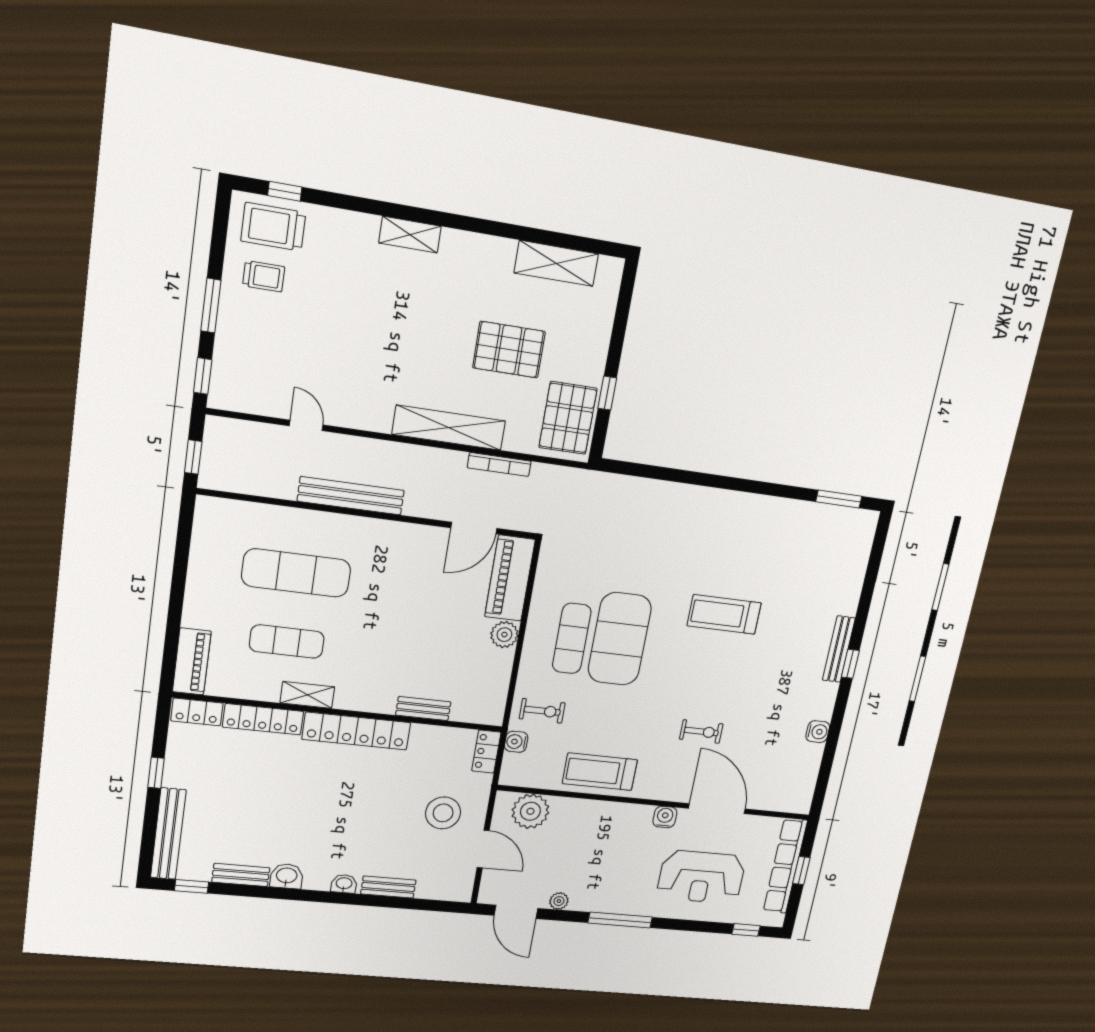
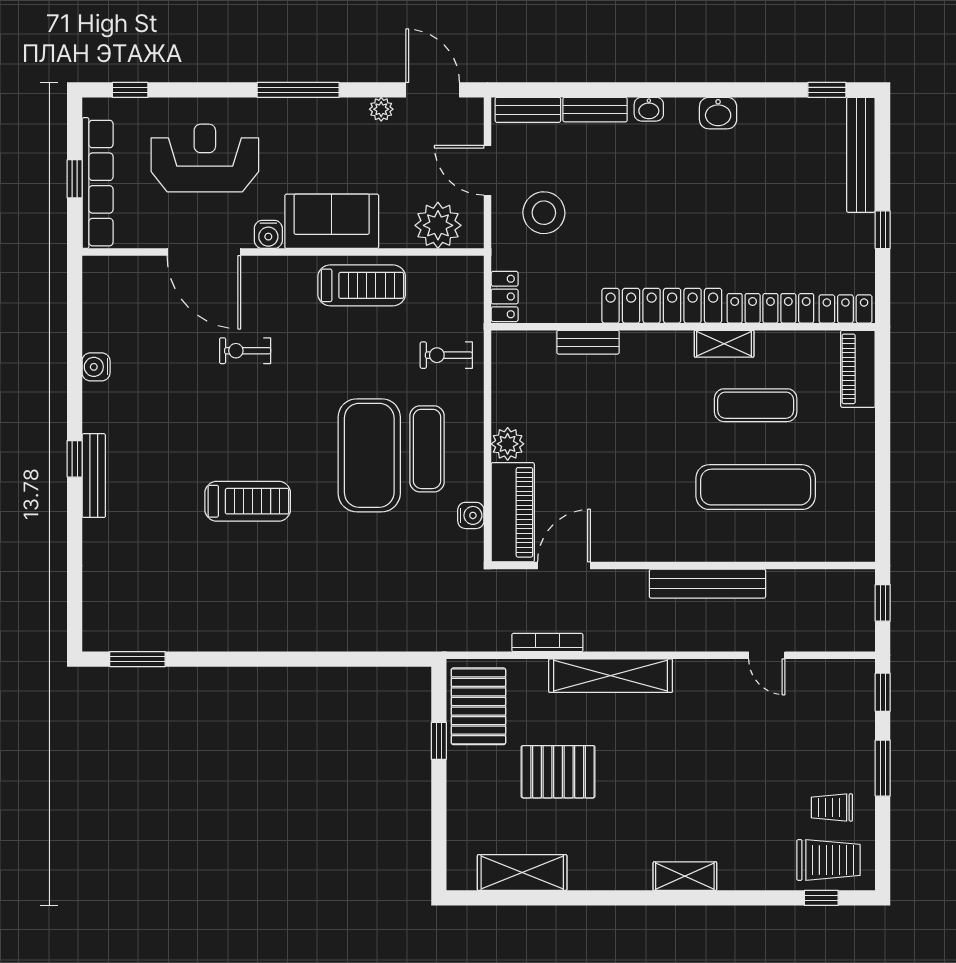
water cooler: (516, 742) -> (471, 515), moved
sofa: (614, 822) -> (332, 221), added
bench: (241, 875) -> (528, 110), moved

